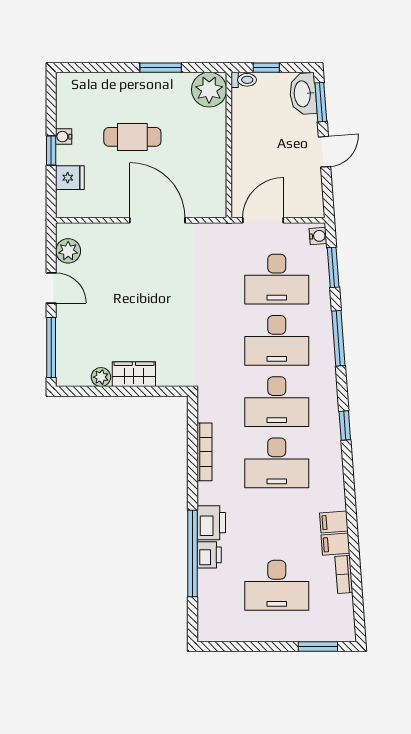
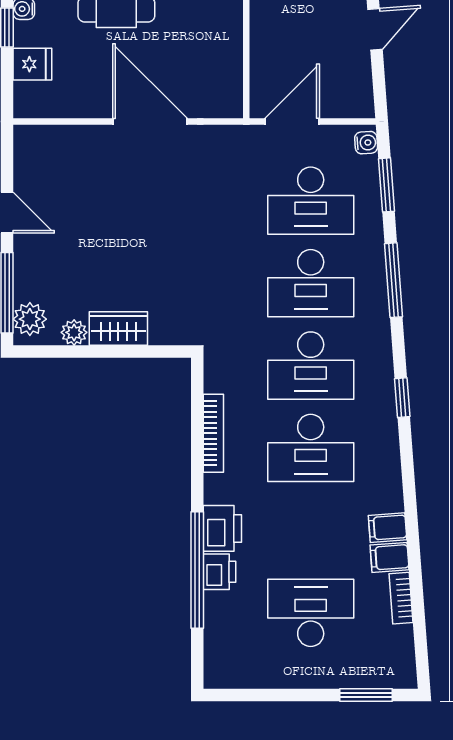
plant: (68, 251) -> (30, 319), moved
desk: (277, 585) -> (311, 613), turned 180

